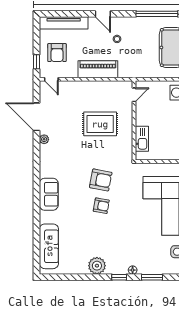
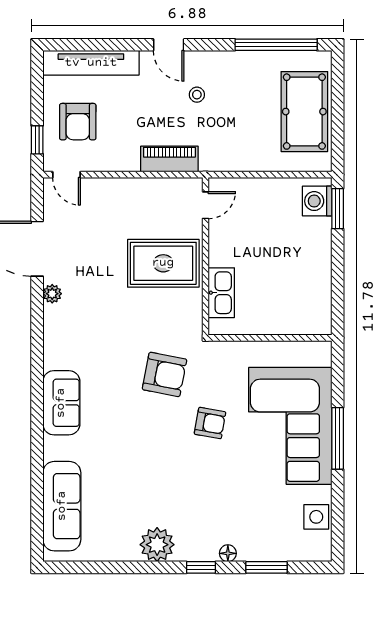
piano: (98, 69) -> (169, 159), width x0.73, depth x0.75
door: (134, 95) -> (206, 205), moved
wall: (134, 120) -> (206, 256), moved
kitchen sink: (142, 139) -> (221, 293), moved
armchair: (101, 206) -> (210, 423), moved

